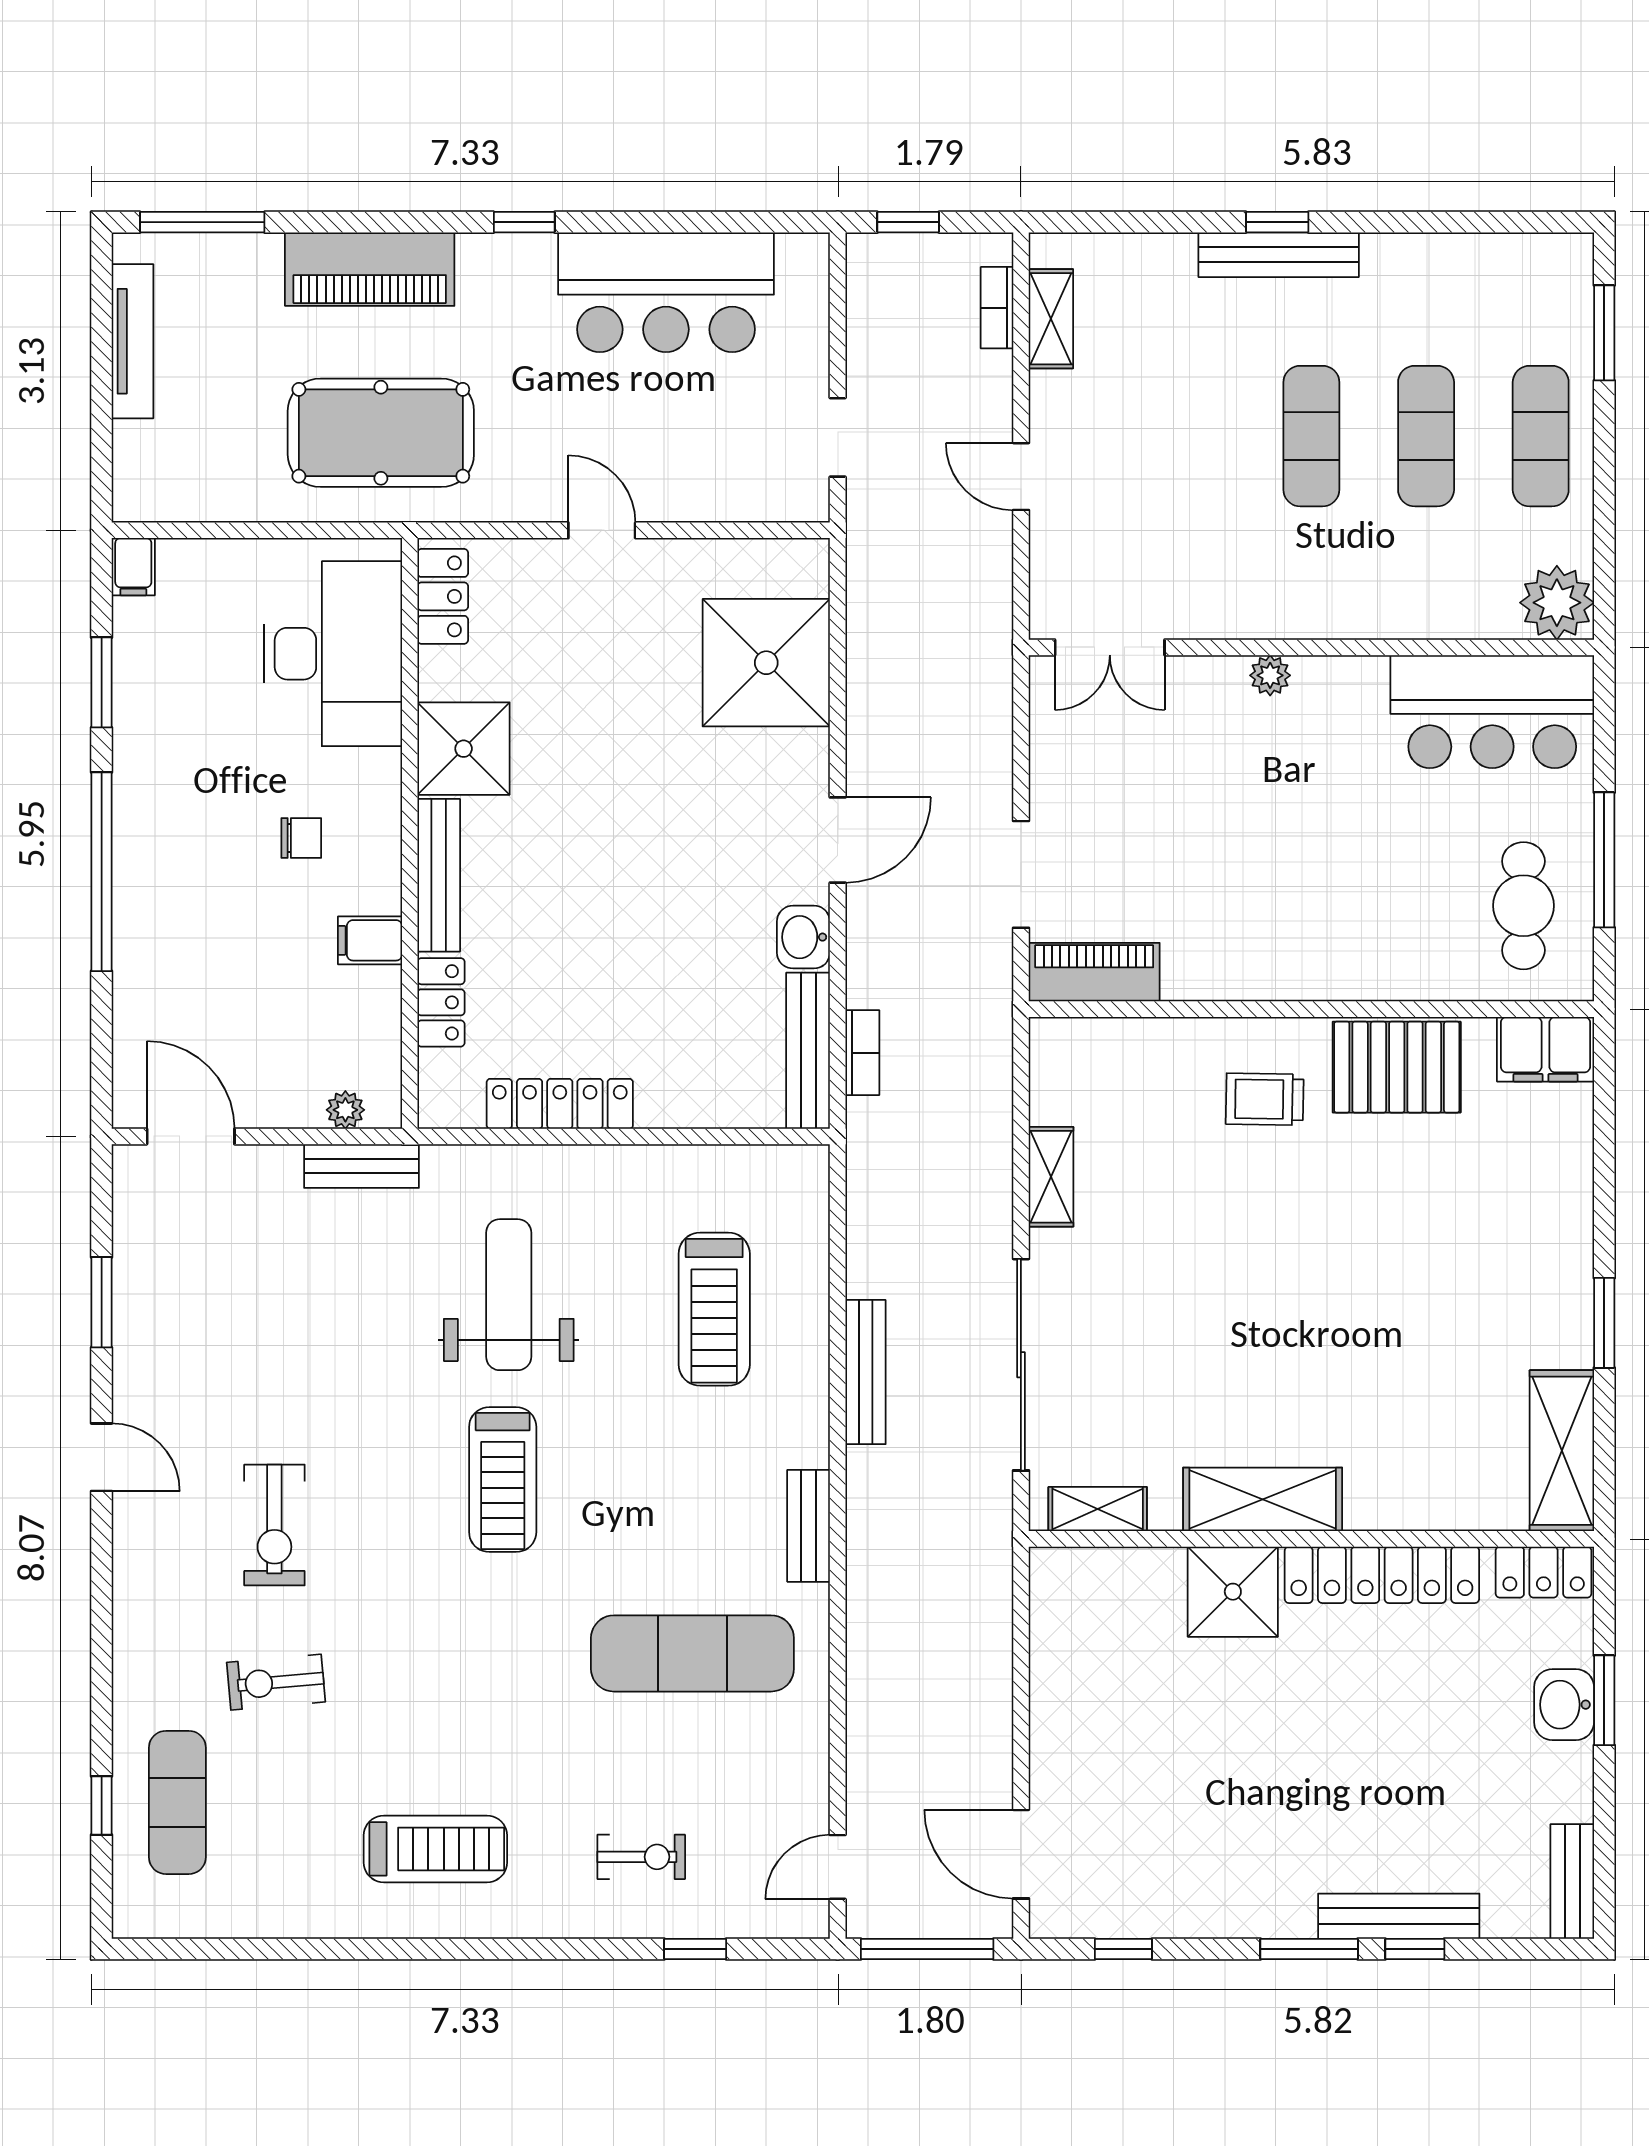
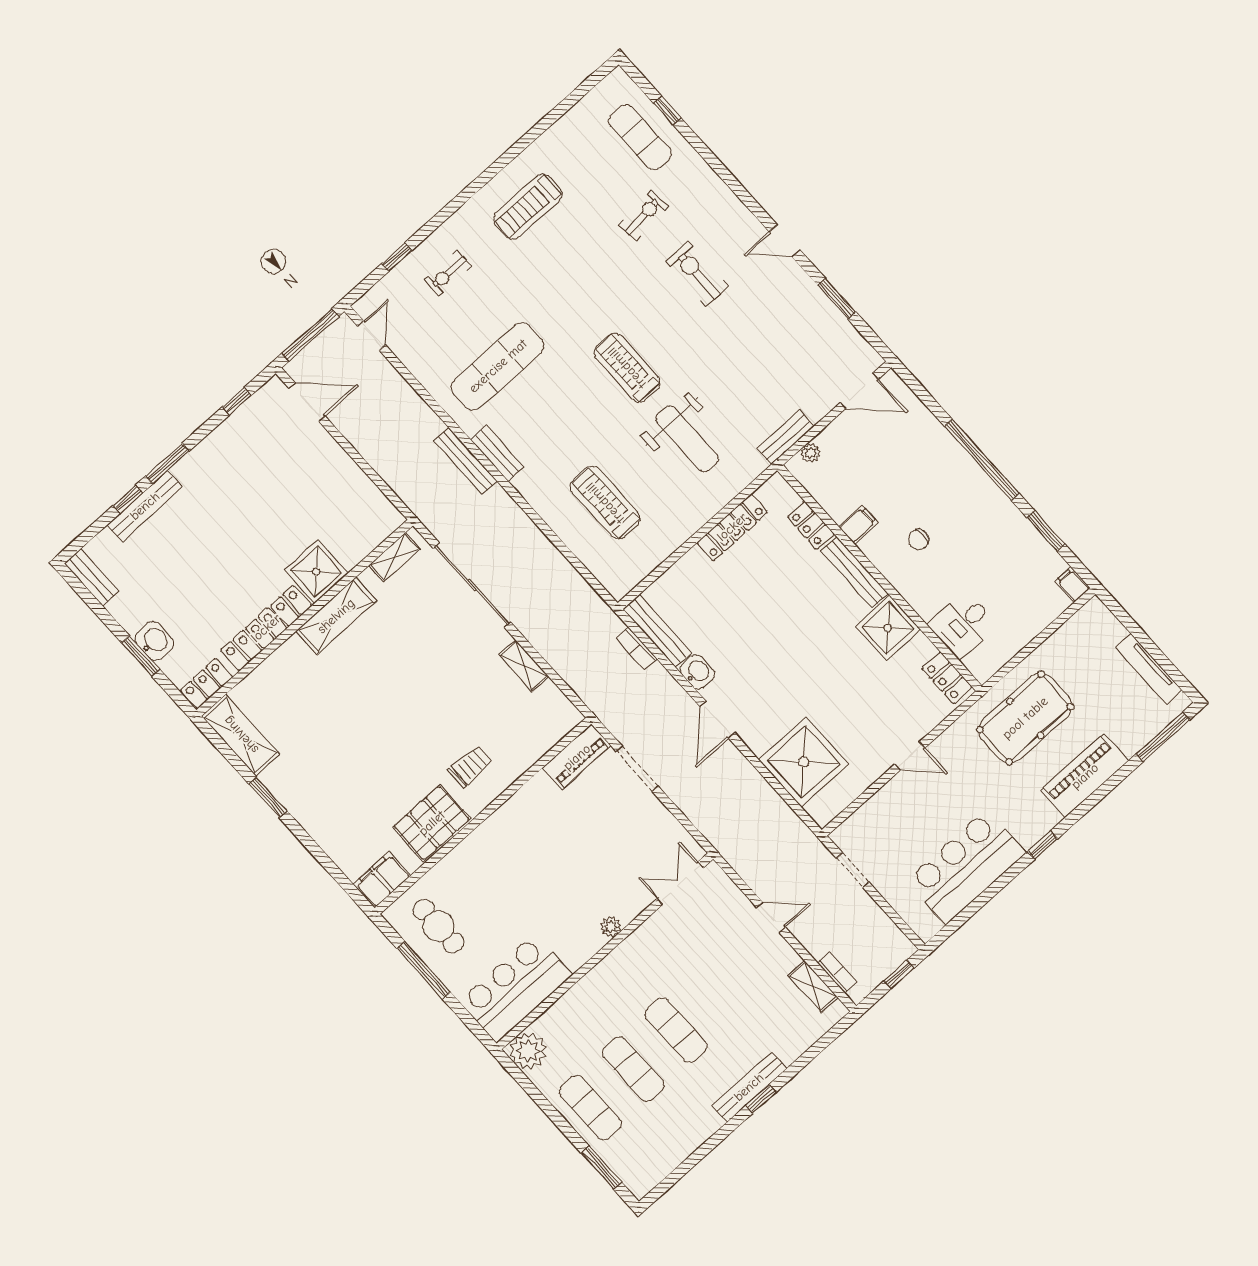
desk: (333, 654) -> (963, 625), width x0.53, depth x0.77
bench: (865, 1372) -> (465, 461), moved

